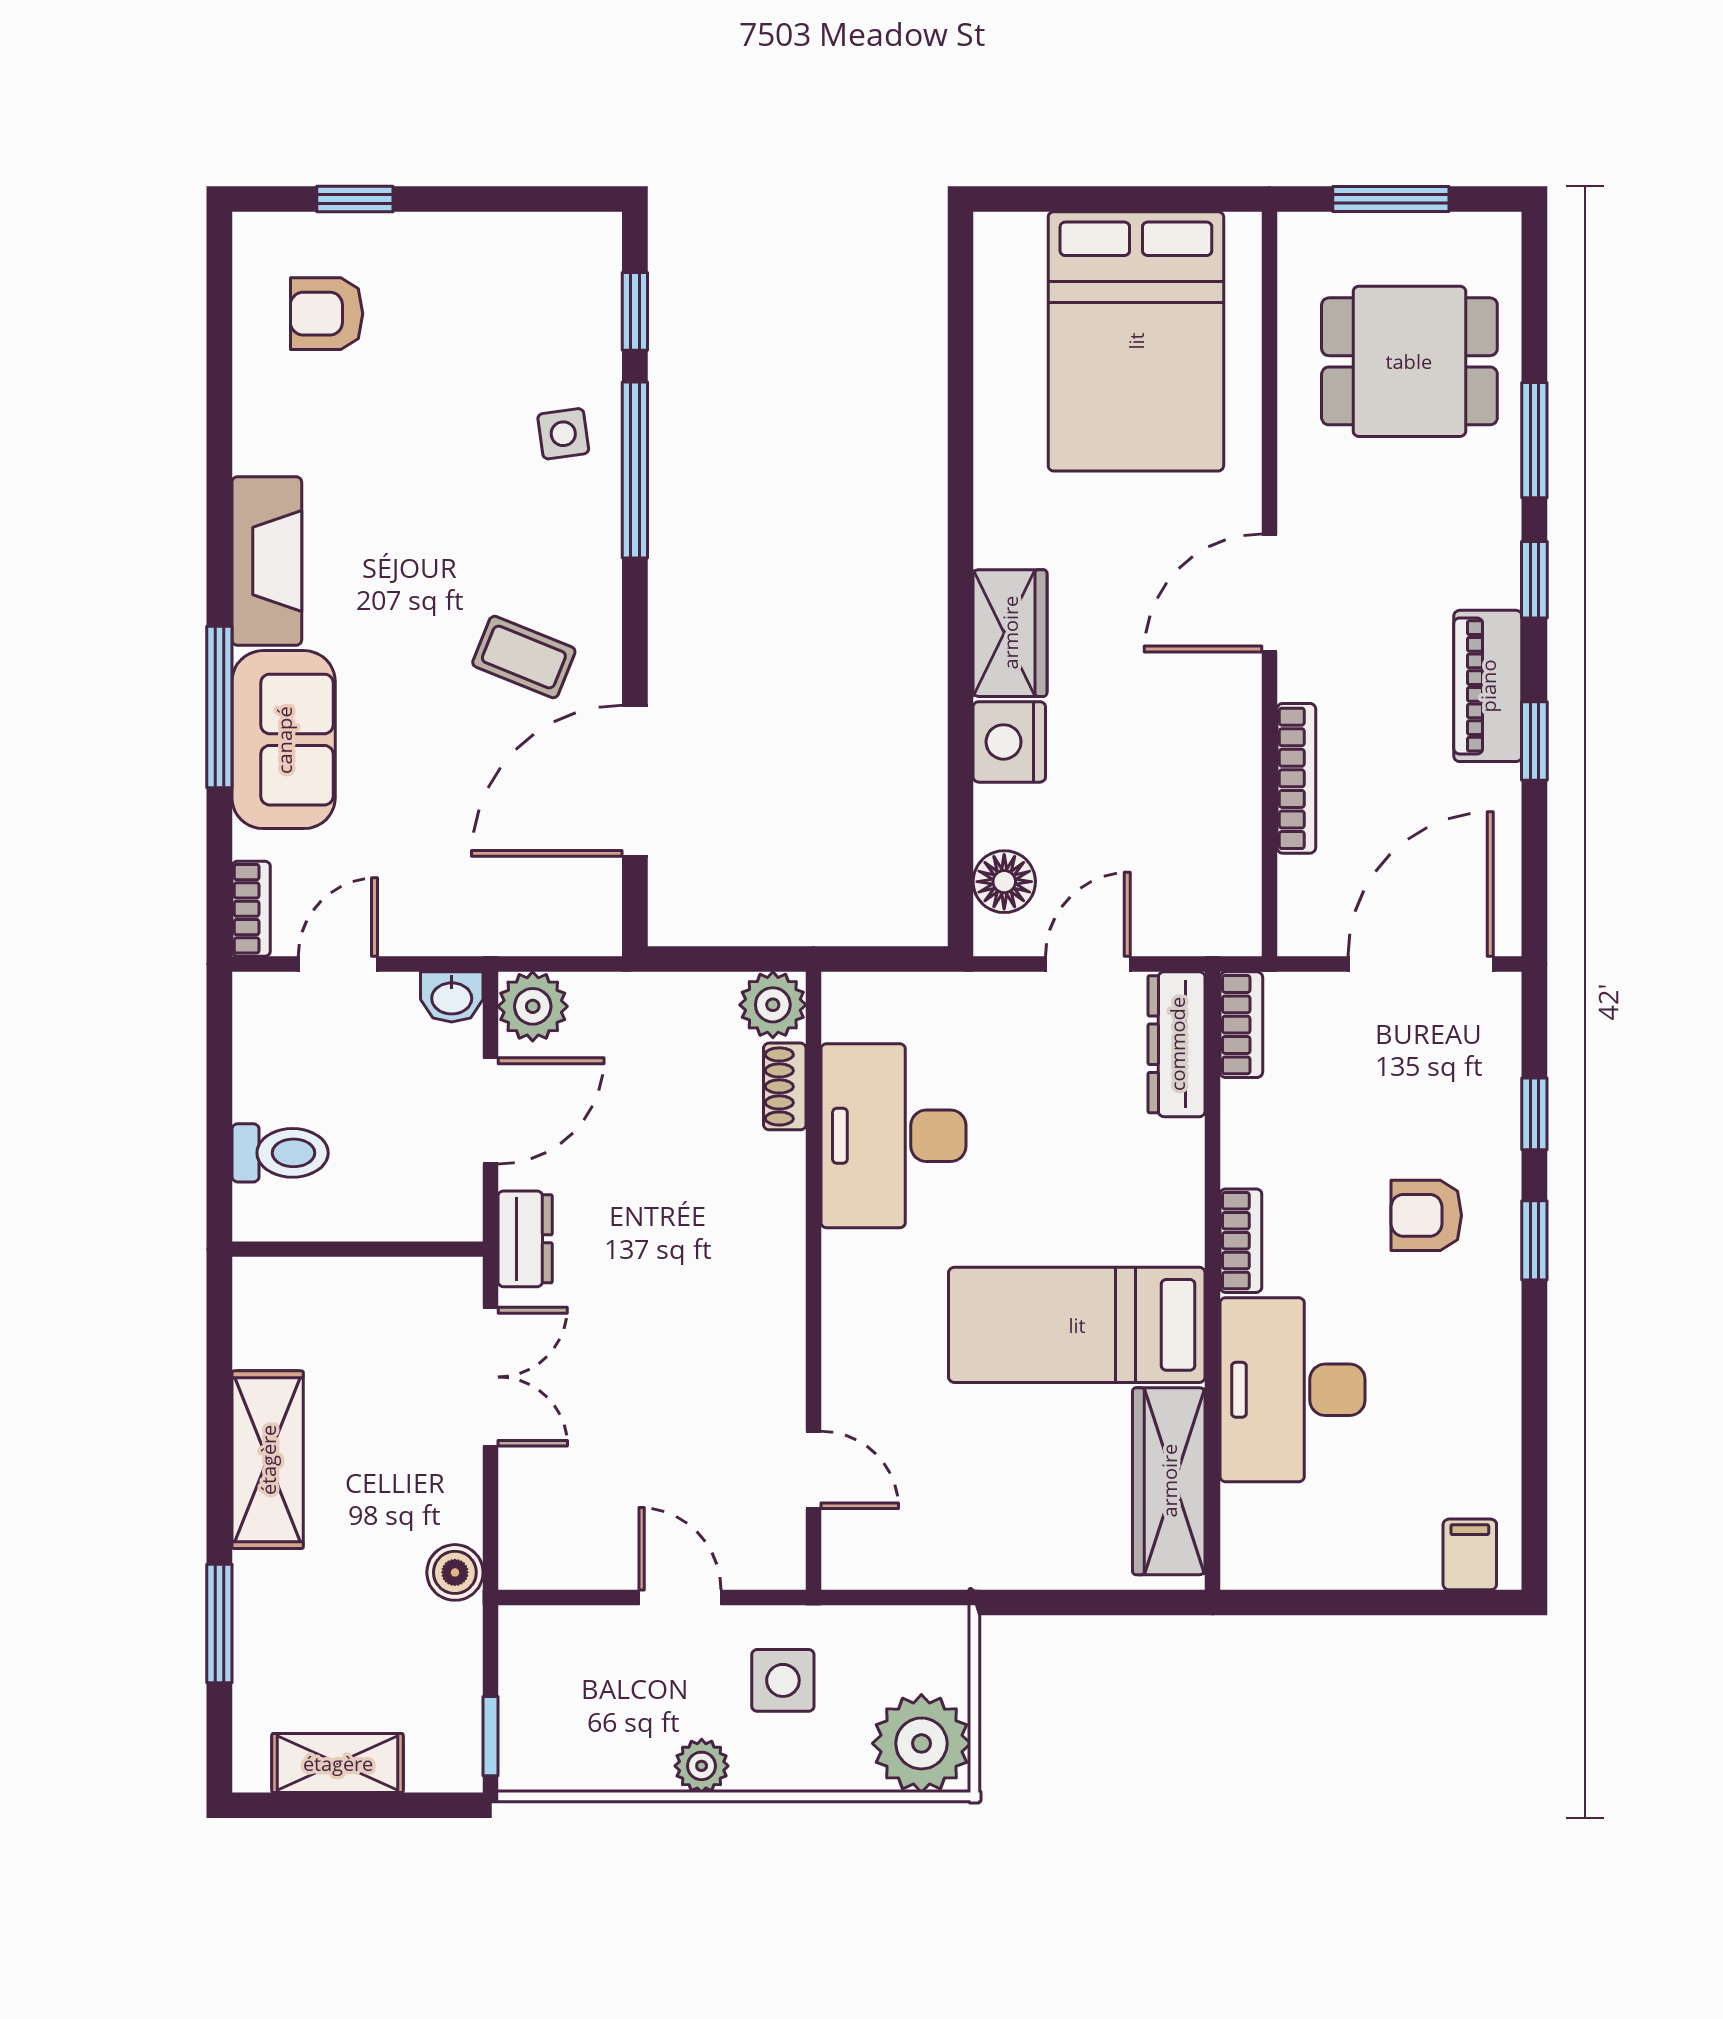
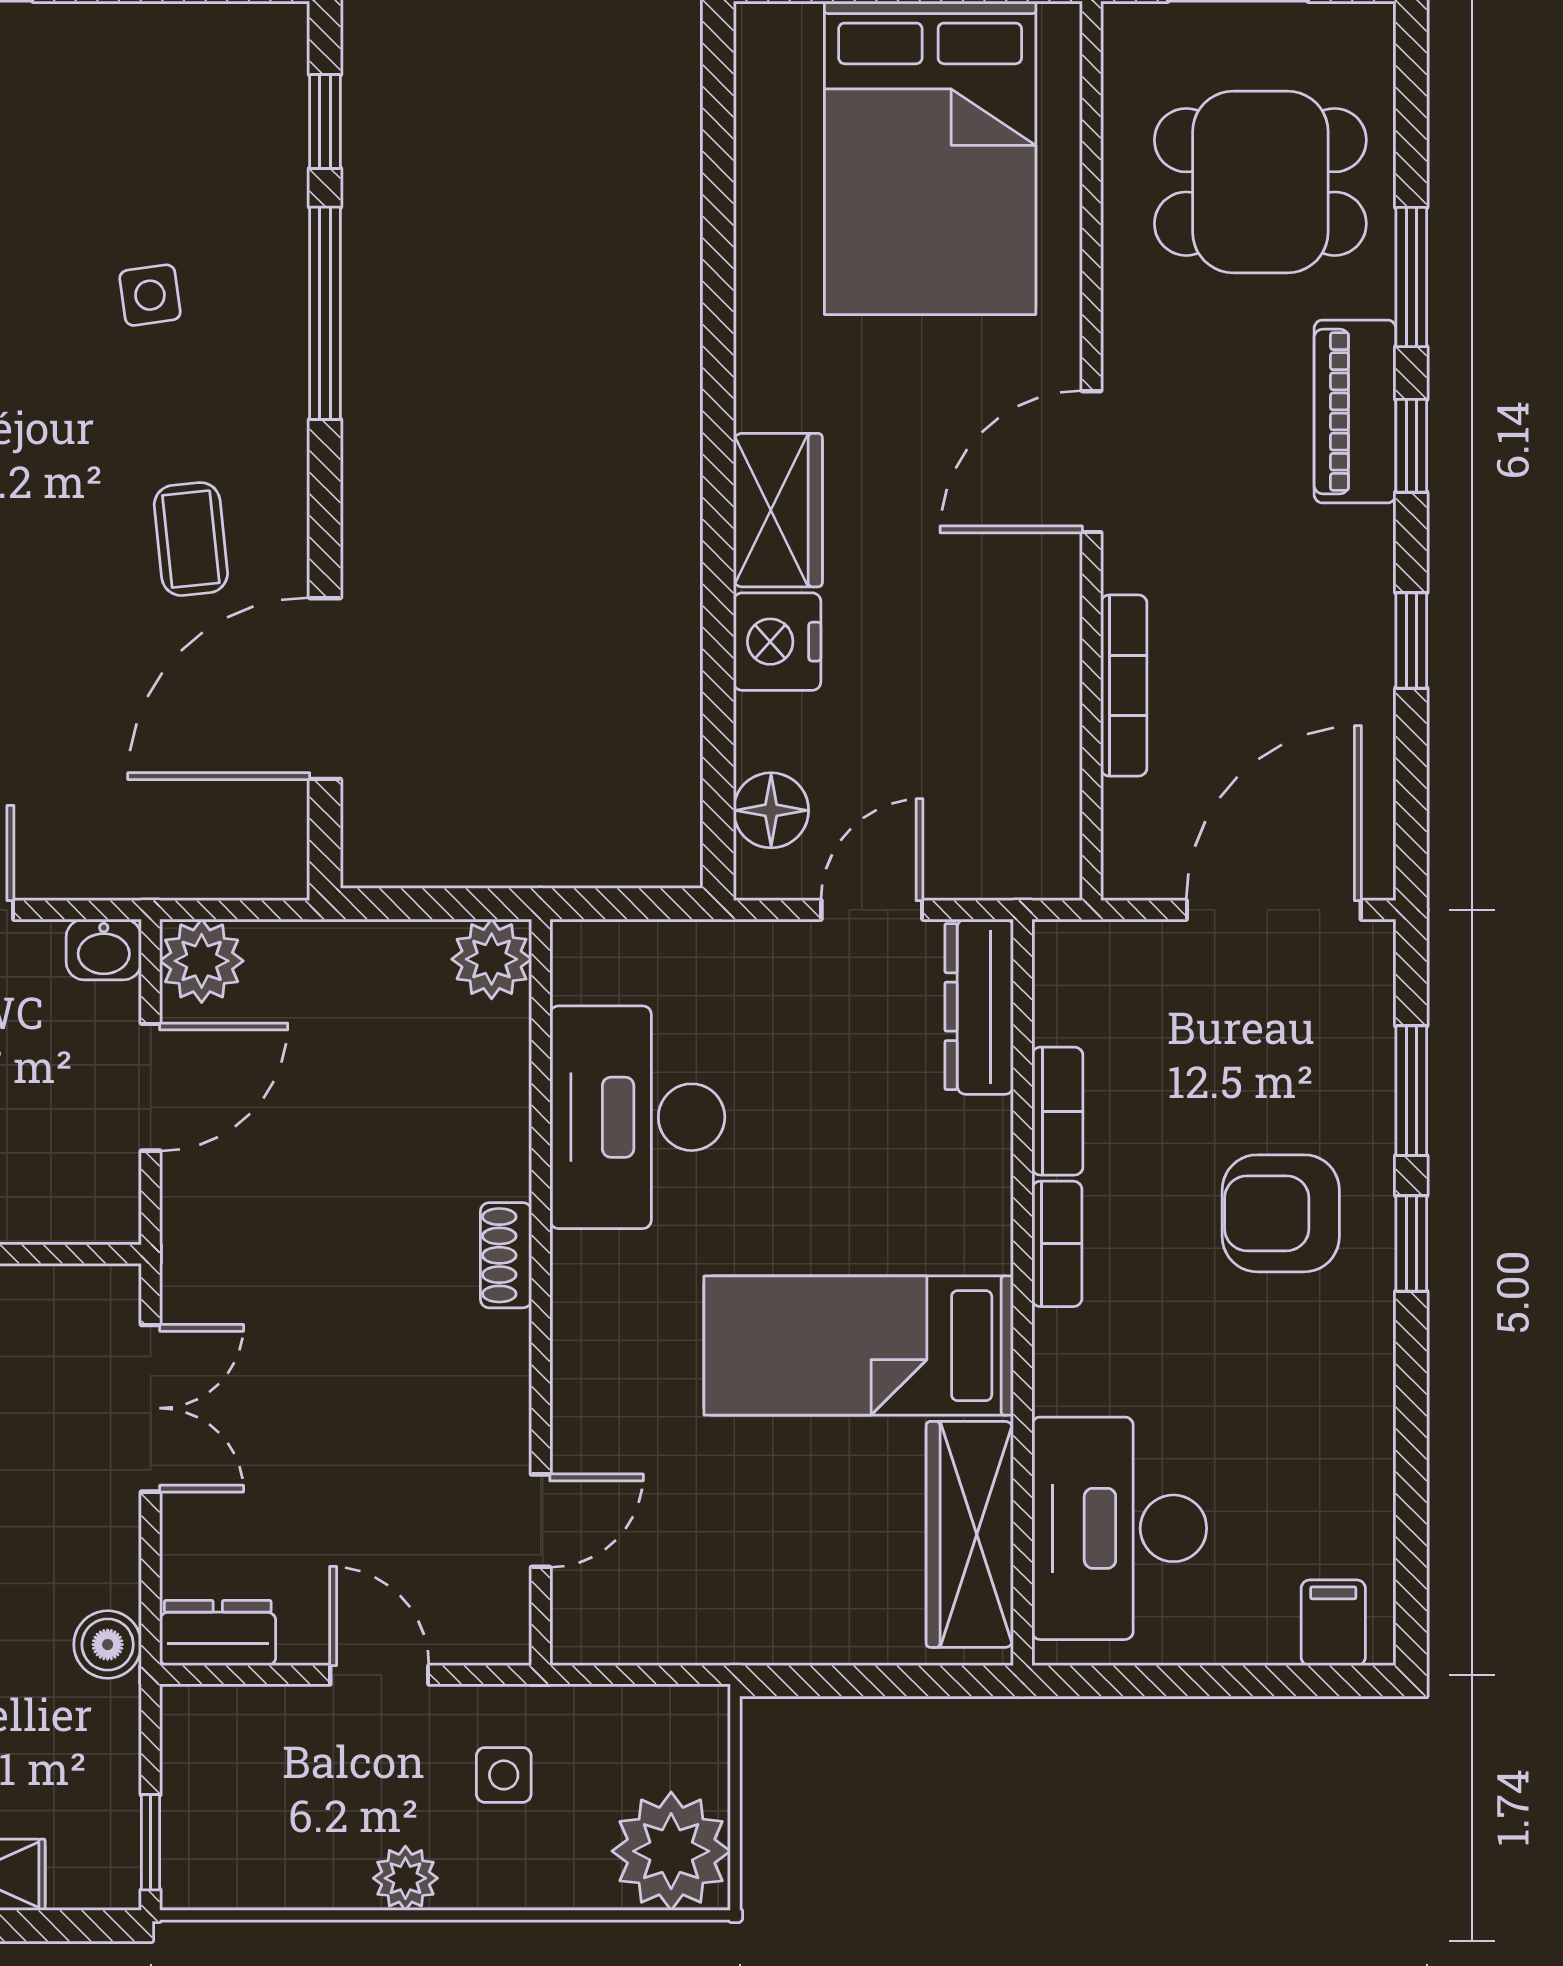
side table: (563, 434) -> (150, 295), moved
coffee table: (524, 657) -> (191, 539), turned 62
piano: (1488, 686) -> (1355, 411), moved
bookcase: (1241, 1025) -> (1057, 1111), moved
shoe rack: (785, 1086) -> (506, 1255), moved
window: (1534, 1114) -> (1411, 1091), width x1.50
armchair: (1426, 1215) -> (1281, 1213), width x1.38, depth x1.38
dresser: (525, 1239) -> (218, 1633), moved, turned -90
desk: (1293, 1390) -> (1119, 1528), moved
door: (814, 1470) -> (541, 1521), hinge flipped
side table: (783, 1680) -> (504, 1775), width x0.73, depth x0.73

